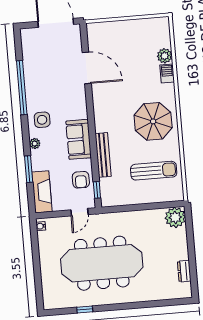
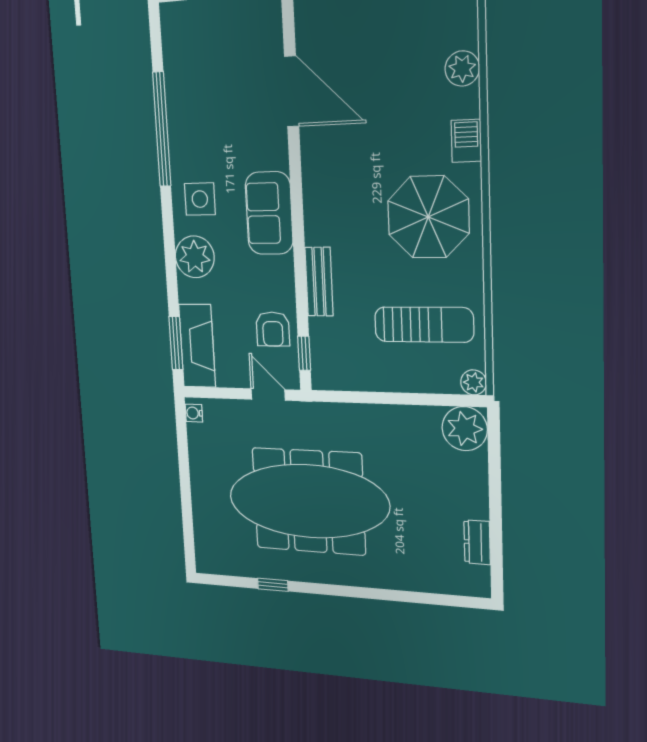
barbecue: (167, 73) -> (466, 141), moved
sofa: (79, 139) -> (269, 213), moved
plant: (35, 144) -> (195, 257), width x1.87, depth x1.87
bench: (103, 155) -> (319, 282), width x0.73
window: (29, 169) -> (176, 343), moved
plant: (178, 195) -> (474, 382), added
door: (79, 212) -> (268, 394), swing flipped

